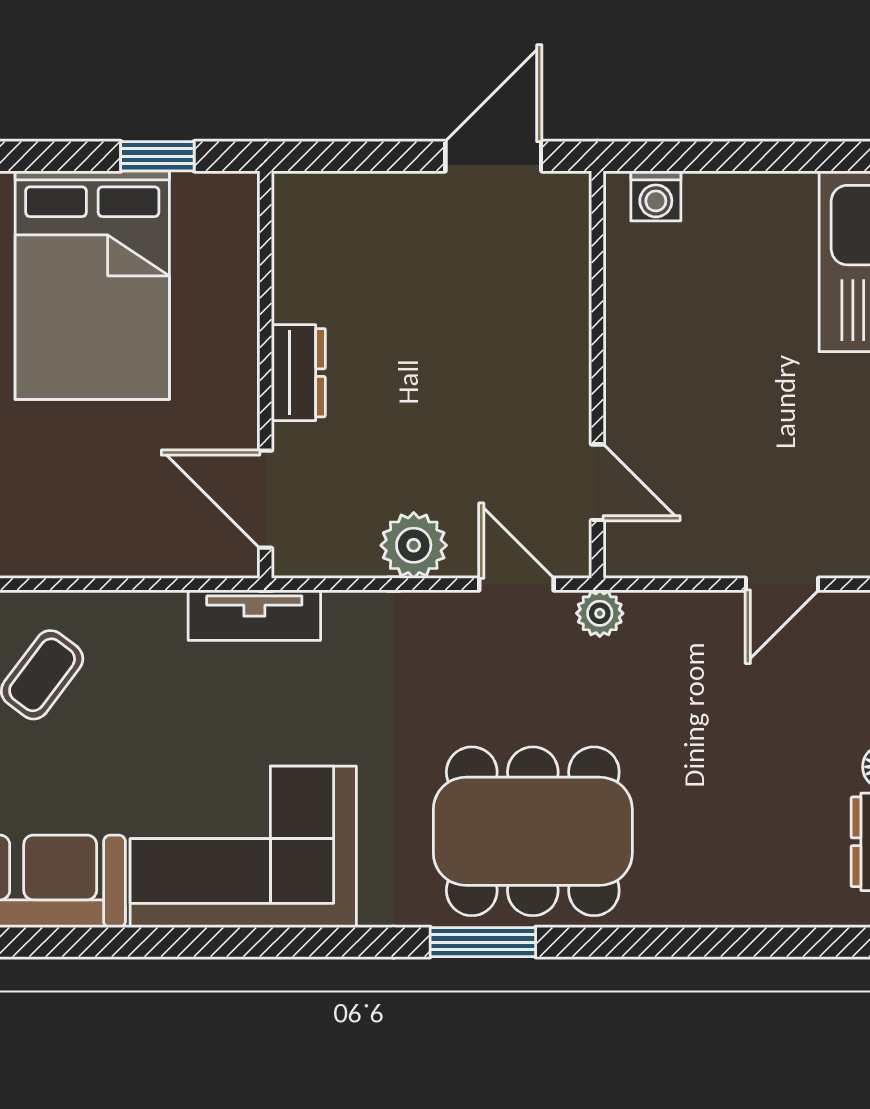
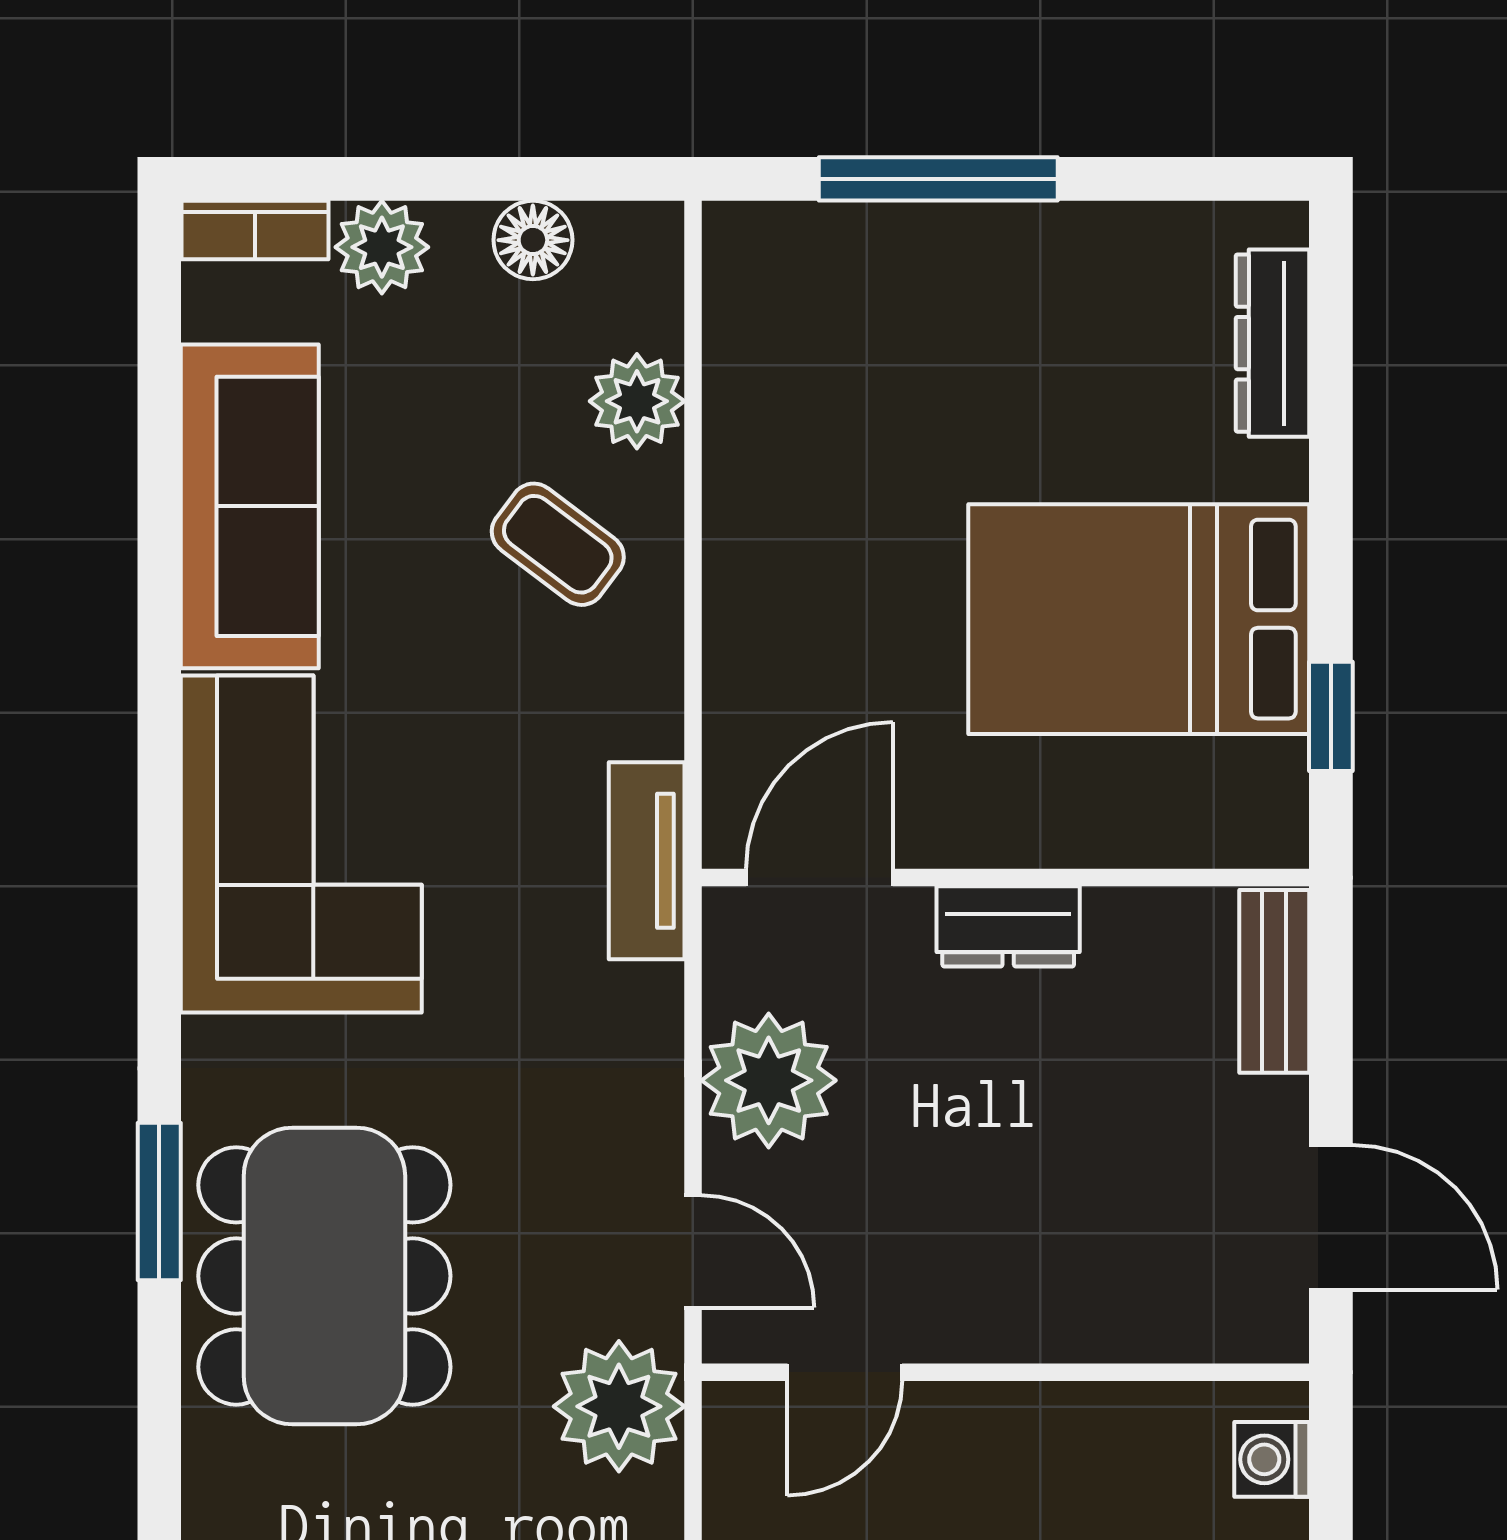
bench: (335, 194) -> (1274, 981), added
plant: (414, 545) -> (769, 1080), width x1.36, depth x1.36
door: (516, 584) -> (693, 1251), hinge flipped
plant: (600, 613) -> (619, 1406), width x1.87, depth x1.87

